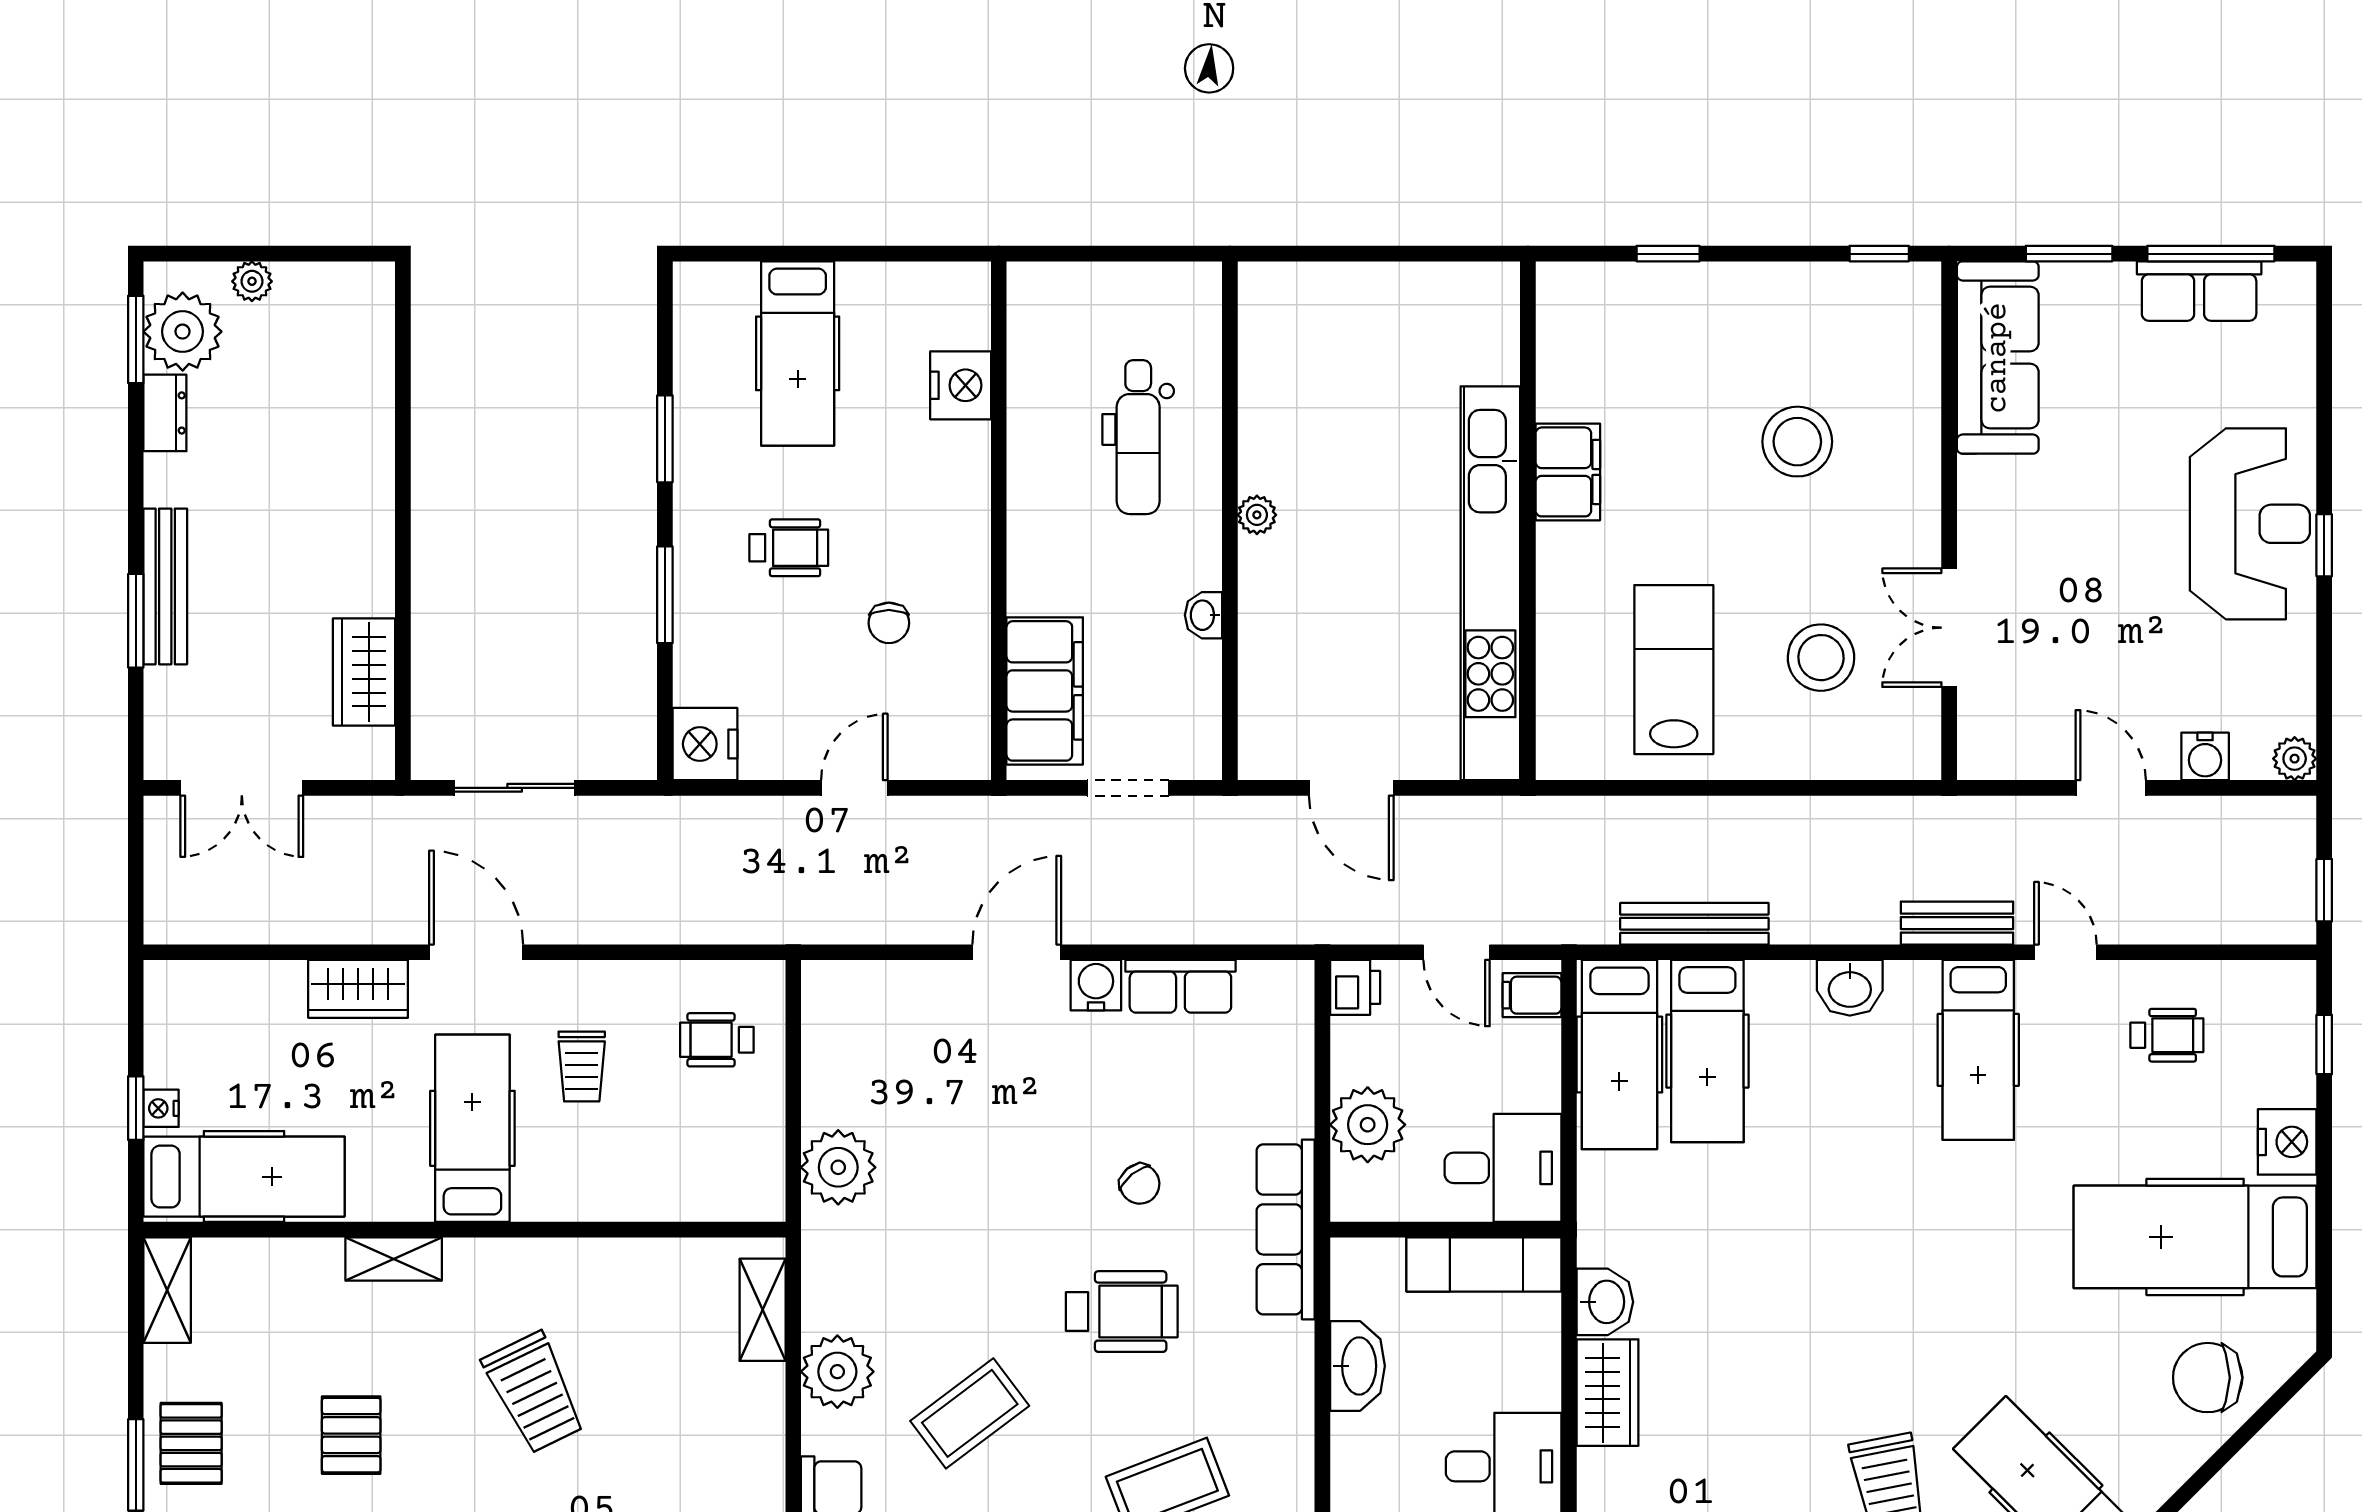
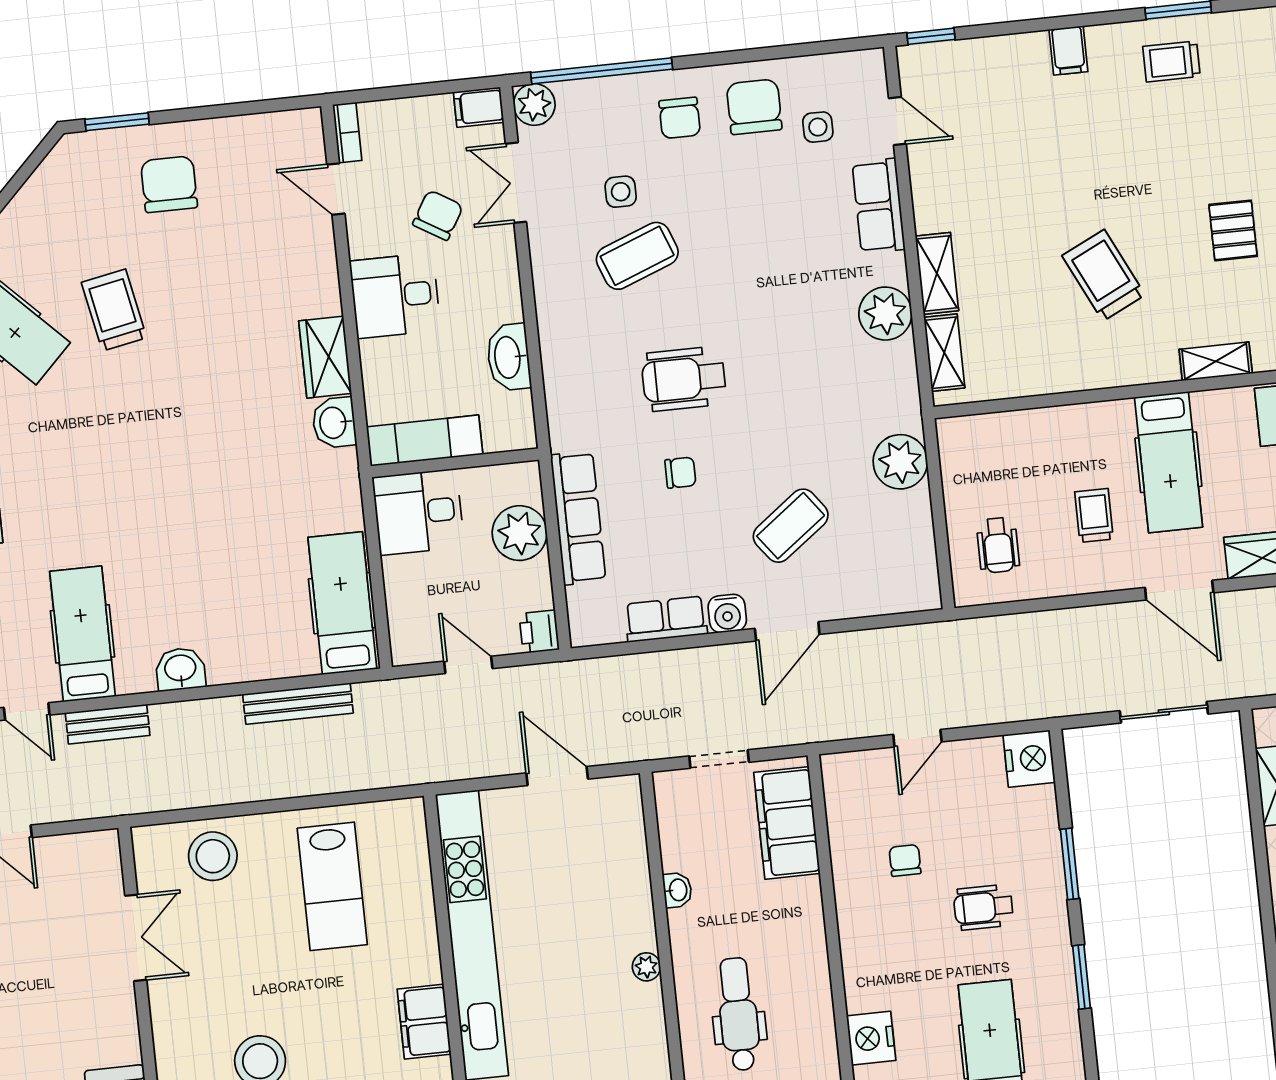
stool: (1821, 658) -> (213, 856), moved
filing cabinet: (1532, 995) -> (410, 640), removed
wheelchair: (717, 1040) -> (998, 545), turned 90
hospital bed: (1707, 1051) -> (279, 612), removed
chair: (1140, 1184) -> (680, 473), turned 129
row of seats: (1286, 1229) -> (578, 518), moved
coffee table: (970, 1413) -> (791, 526), moved
shelving: (761, 1419) -> (937, 273), added

